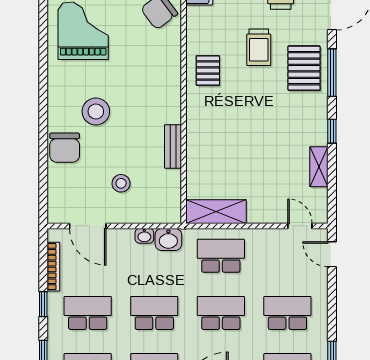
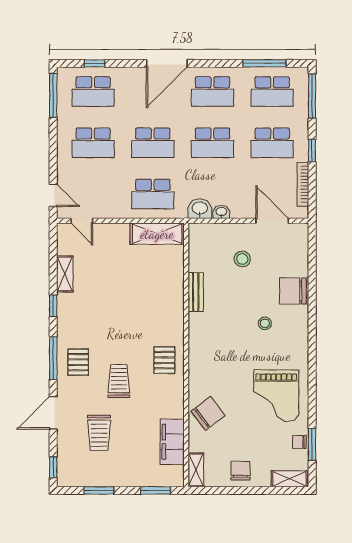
pallet: (304, 68) -> (78, 362), width x0.67, depth x0.71
stool: (96, 112) -> (265, 323), width x0.53, depth x0.53
chair: (65, 148) -> (293, 291), turned -90

